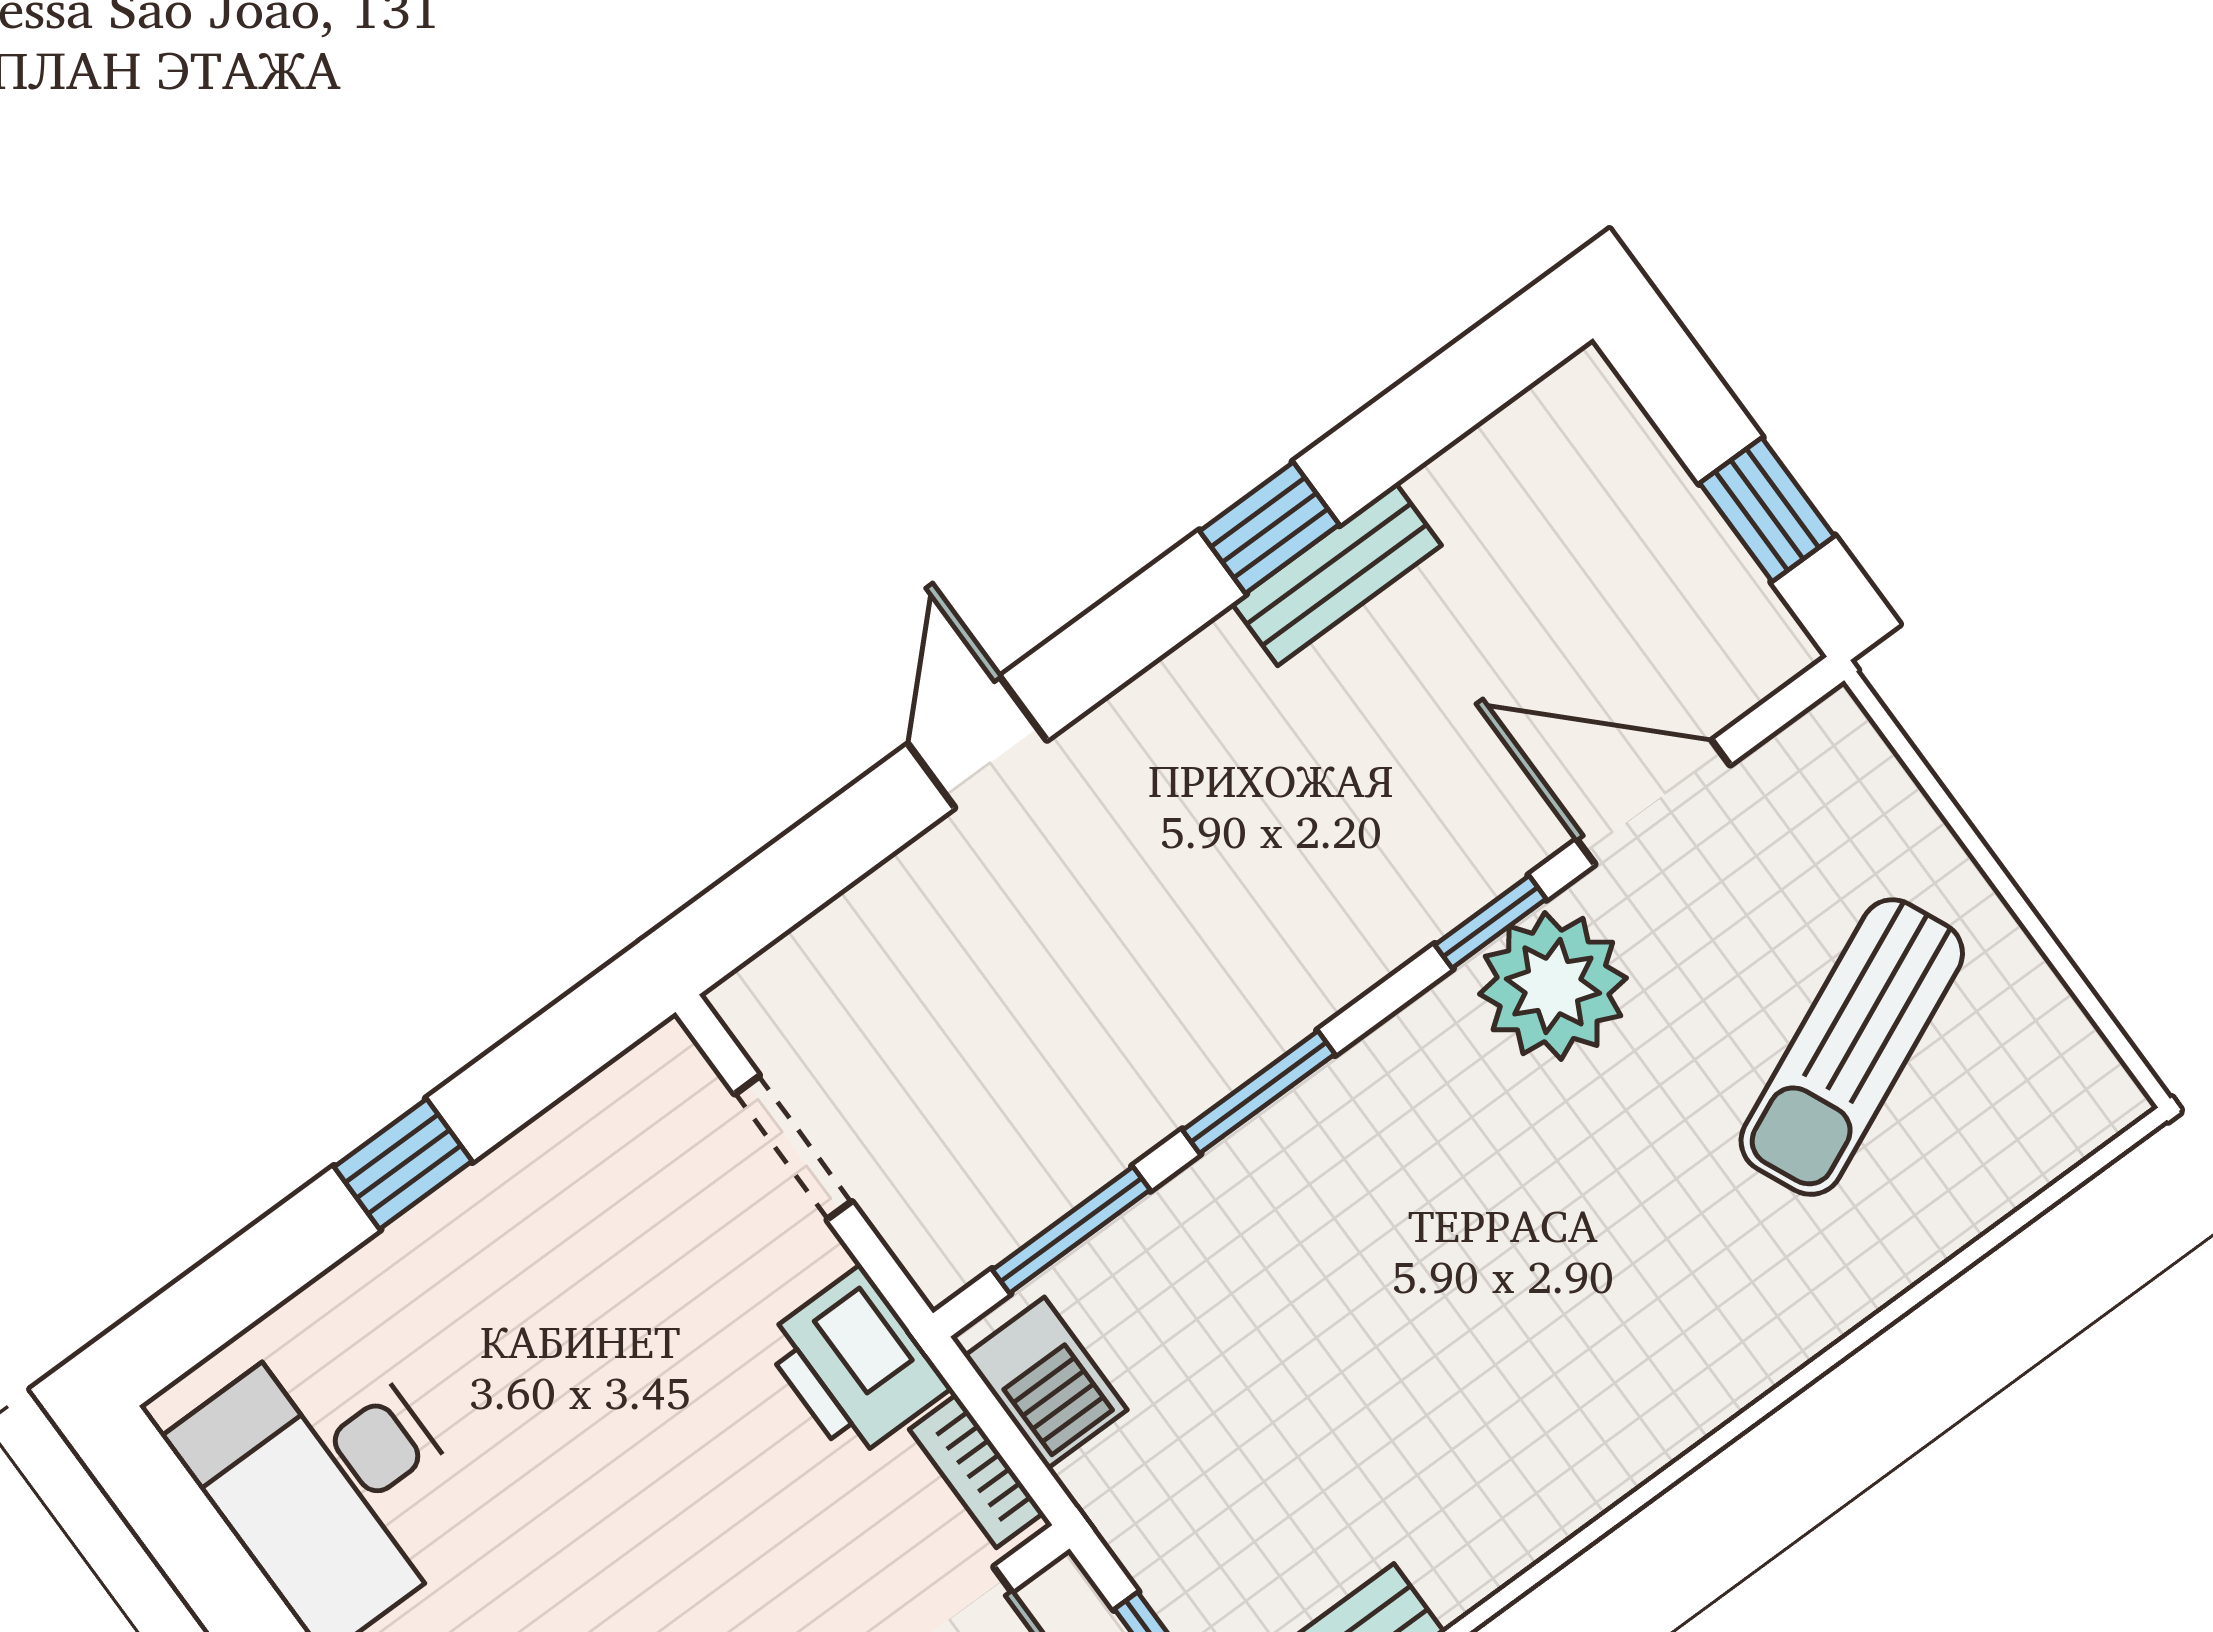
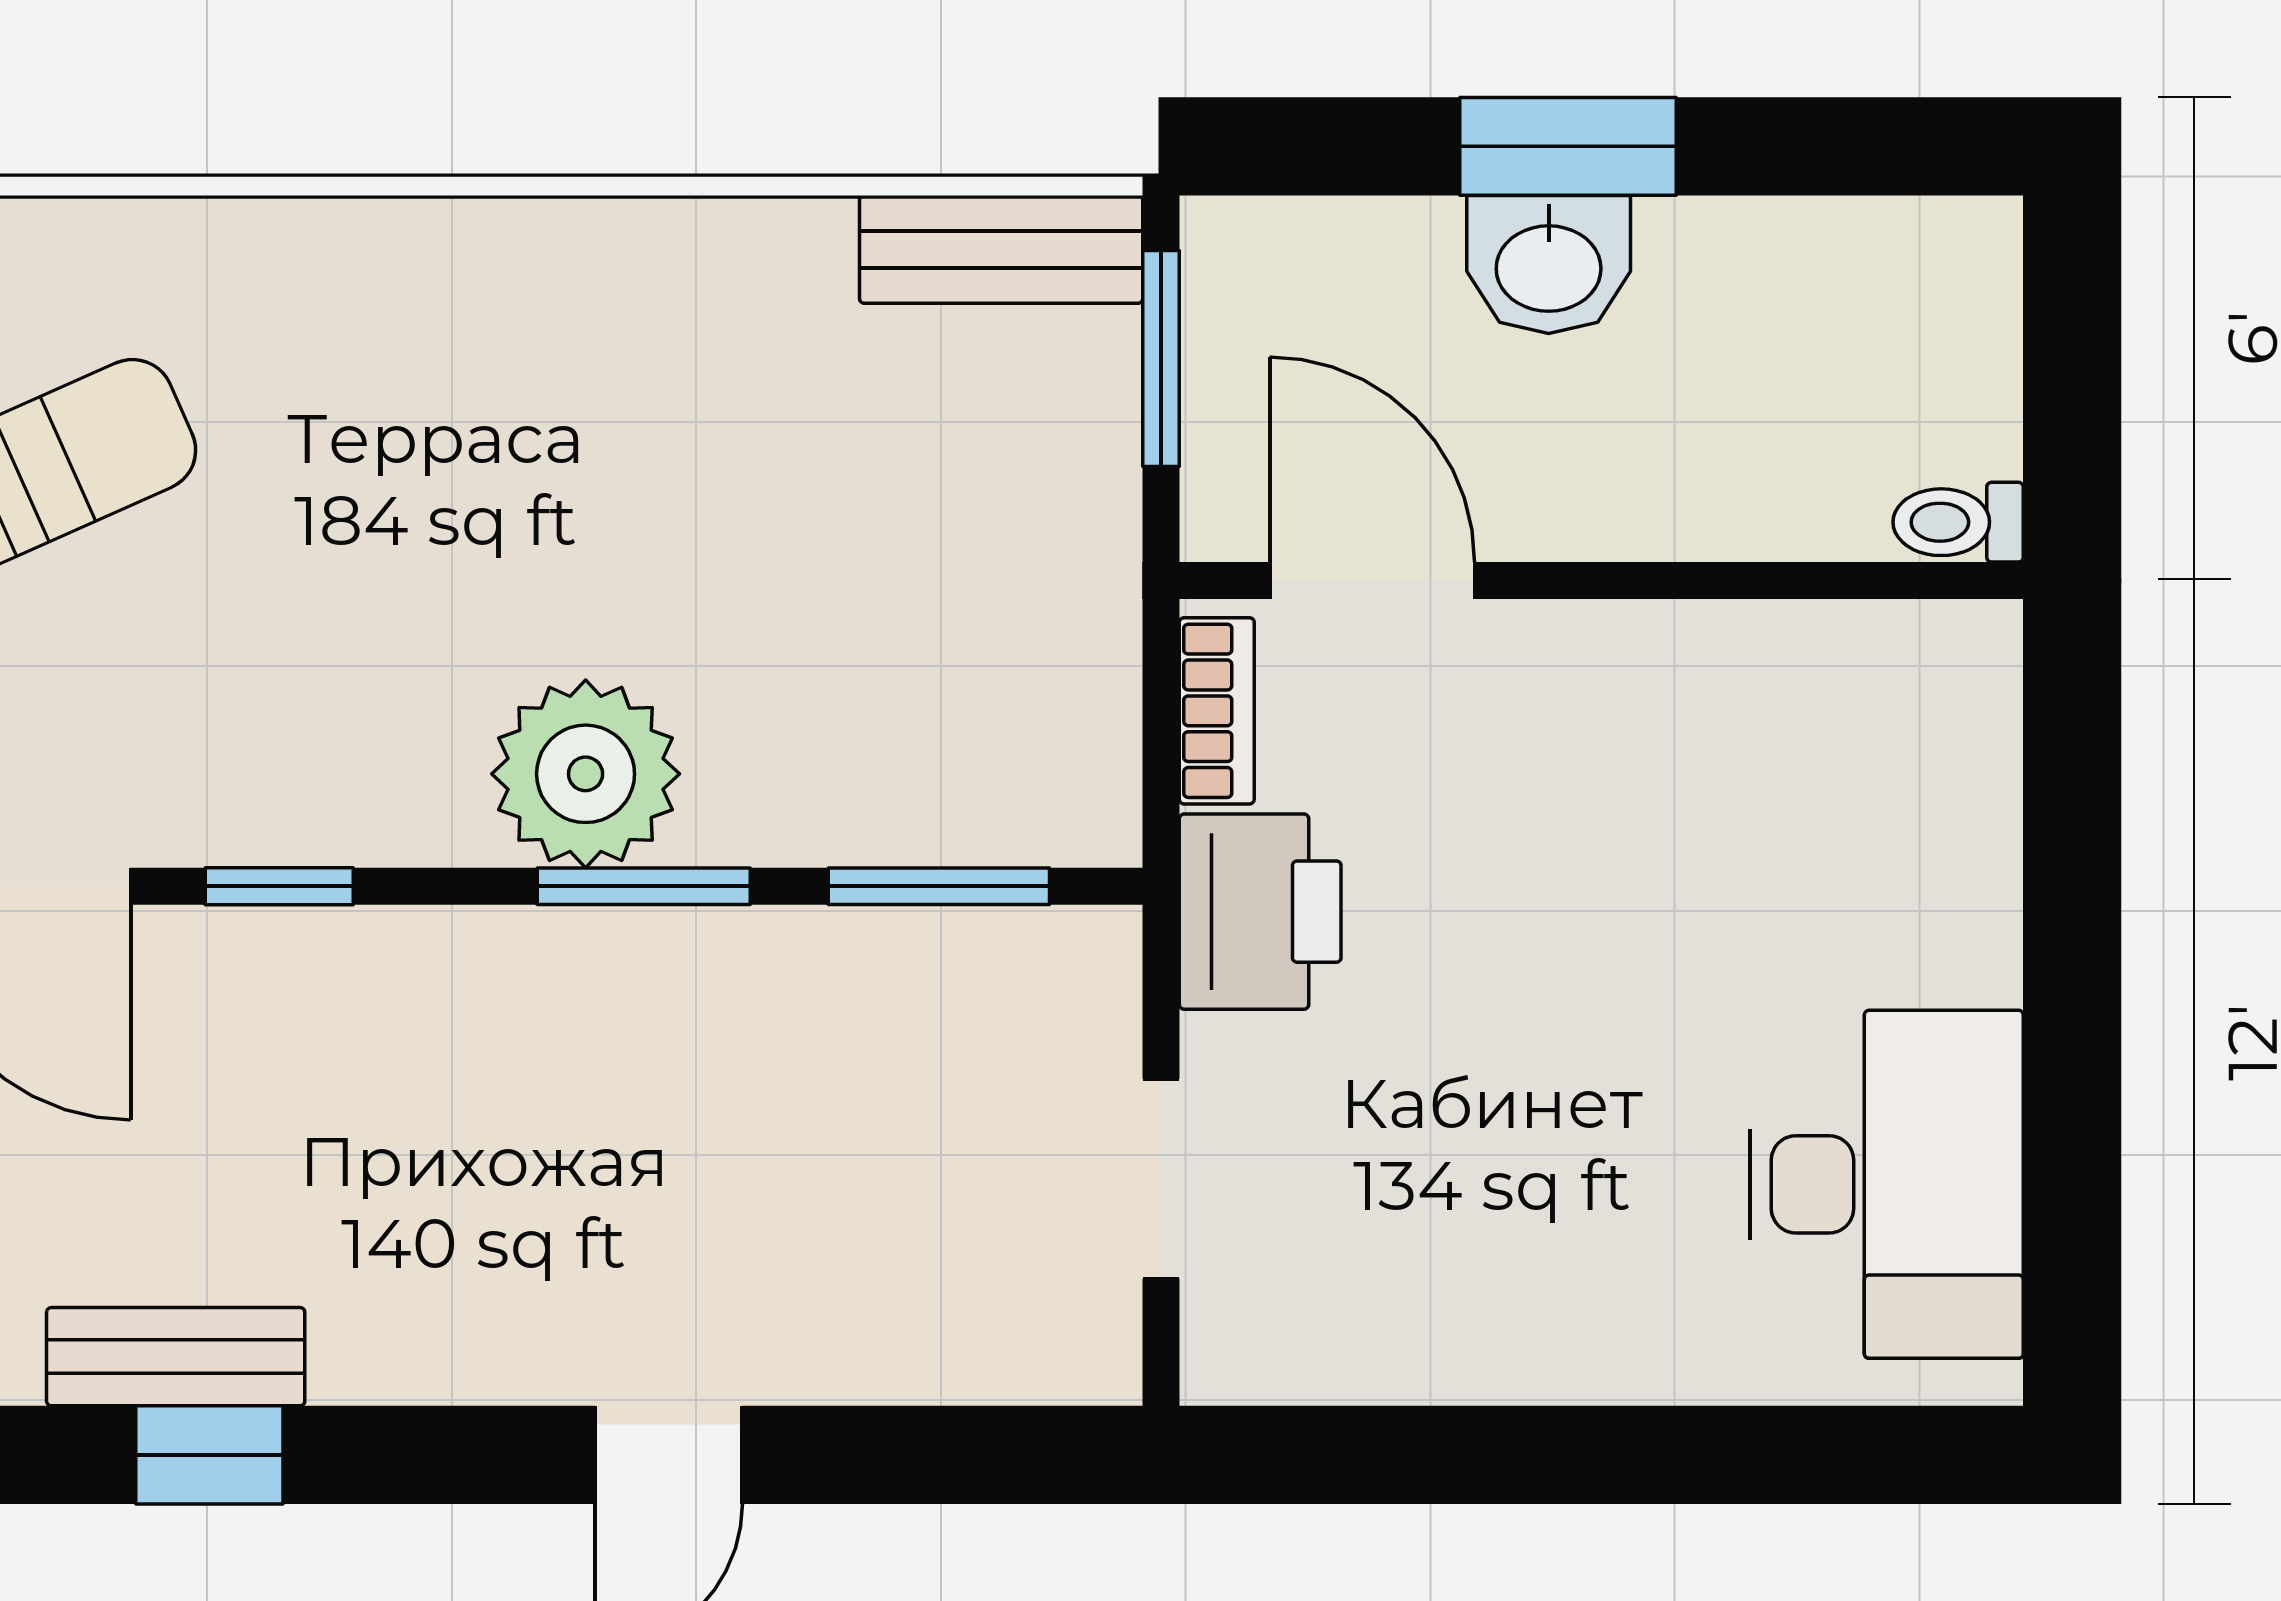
plant: (1553, 986) -> (586, 774), moved
window: (403, 1164) -> (1572, 1455), removed
barbecue: (1046, 1383) -> (1080, 749), removed

